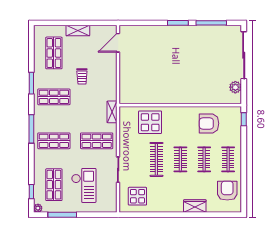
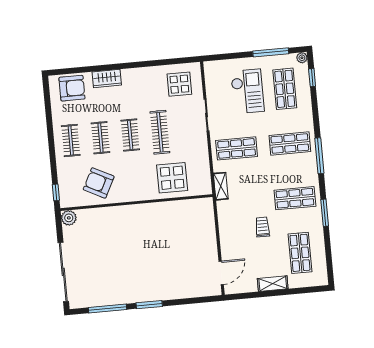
plant: (235, 87) -> (69, 218), moved
armchair: (209, 123) -> (99, 183), turned -153
checkout: (84, 185) -> (247, 91), turned 180
armchair: (227, 191) -> (72, 88), moved, turned -90

